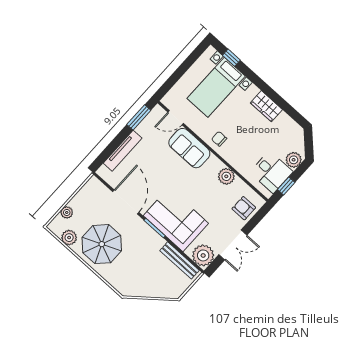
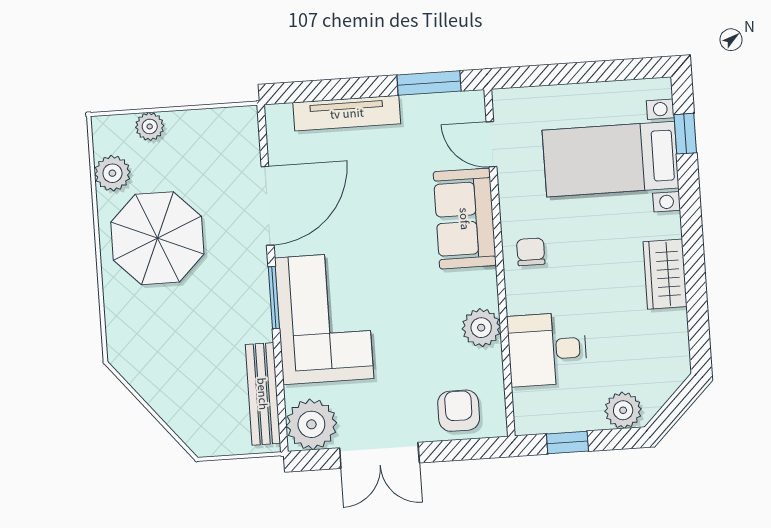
desk: (271, 172) -> (547, 349), moved, turned 90

